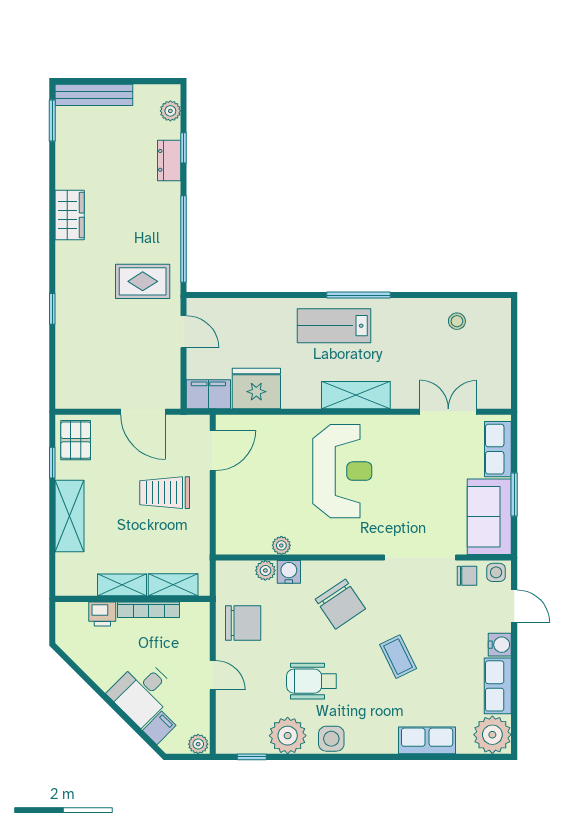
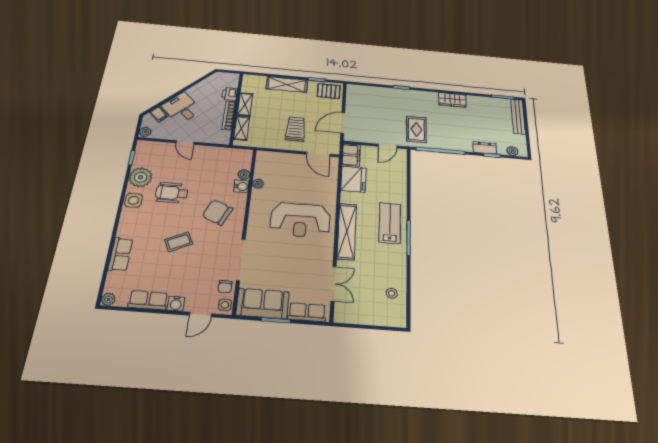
shelving: (356, 395) -> (347, 231), width x1.47
chair: (340, 604) -> (217, 212), turned 58
chair: (243, 623) -> (214, 160), removed
door: (213, 675) -> (185, 143), hinge flipped
wheelchair: (312, 681) -> (172, 193), turned -90
plant: (492, 735) -> (108, 299), width x0.53, depth x0.53

